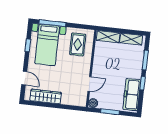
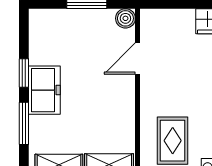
freezer: (132, 95) -> (44, 90), moved, width x0.71

